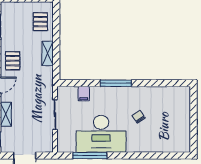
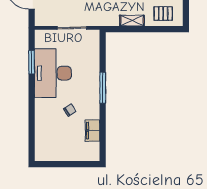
filing cabinet: (84, 94) -> (92, 131), moved, width x2.00
window: (90, 156) -> (32, 62), width x0.69

